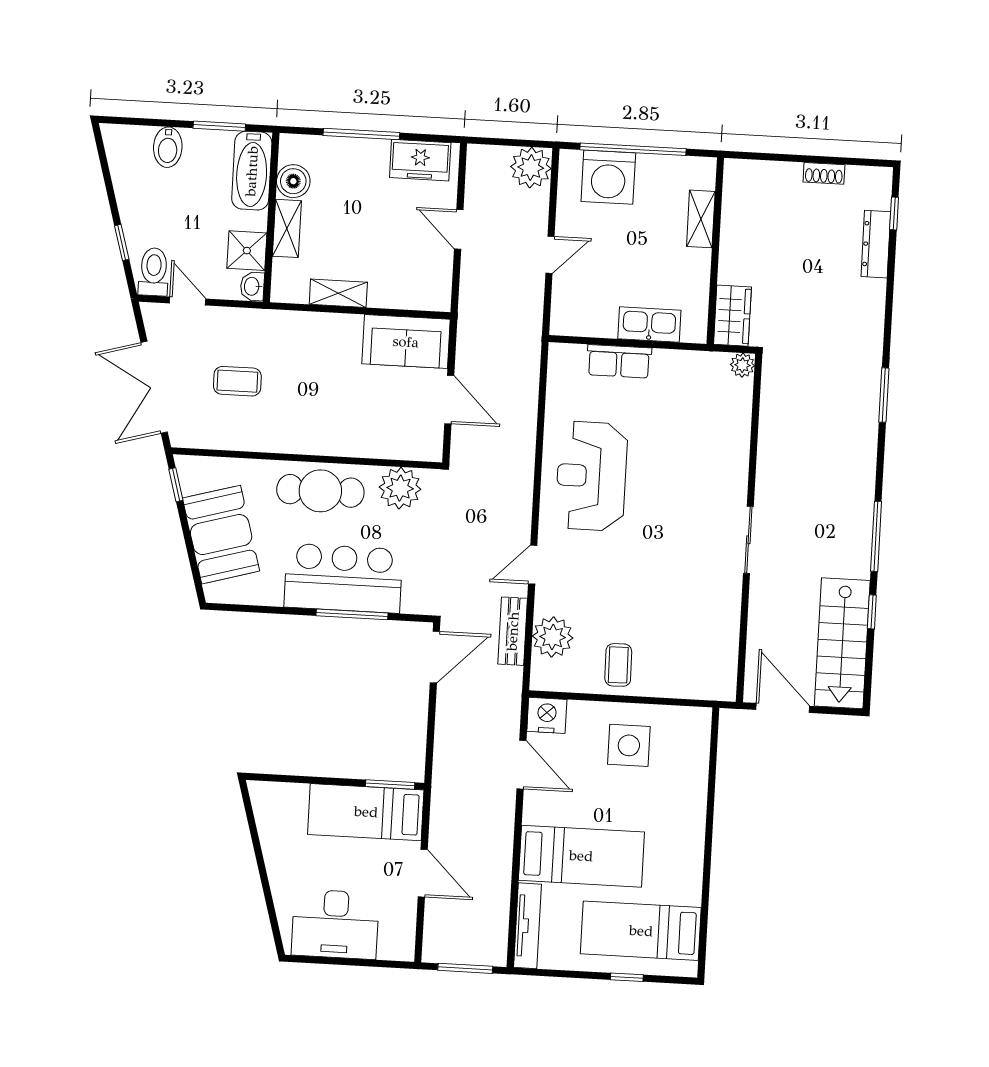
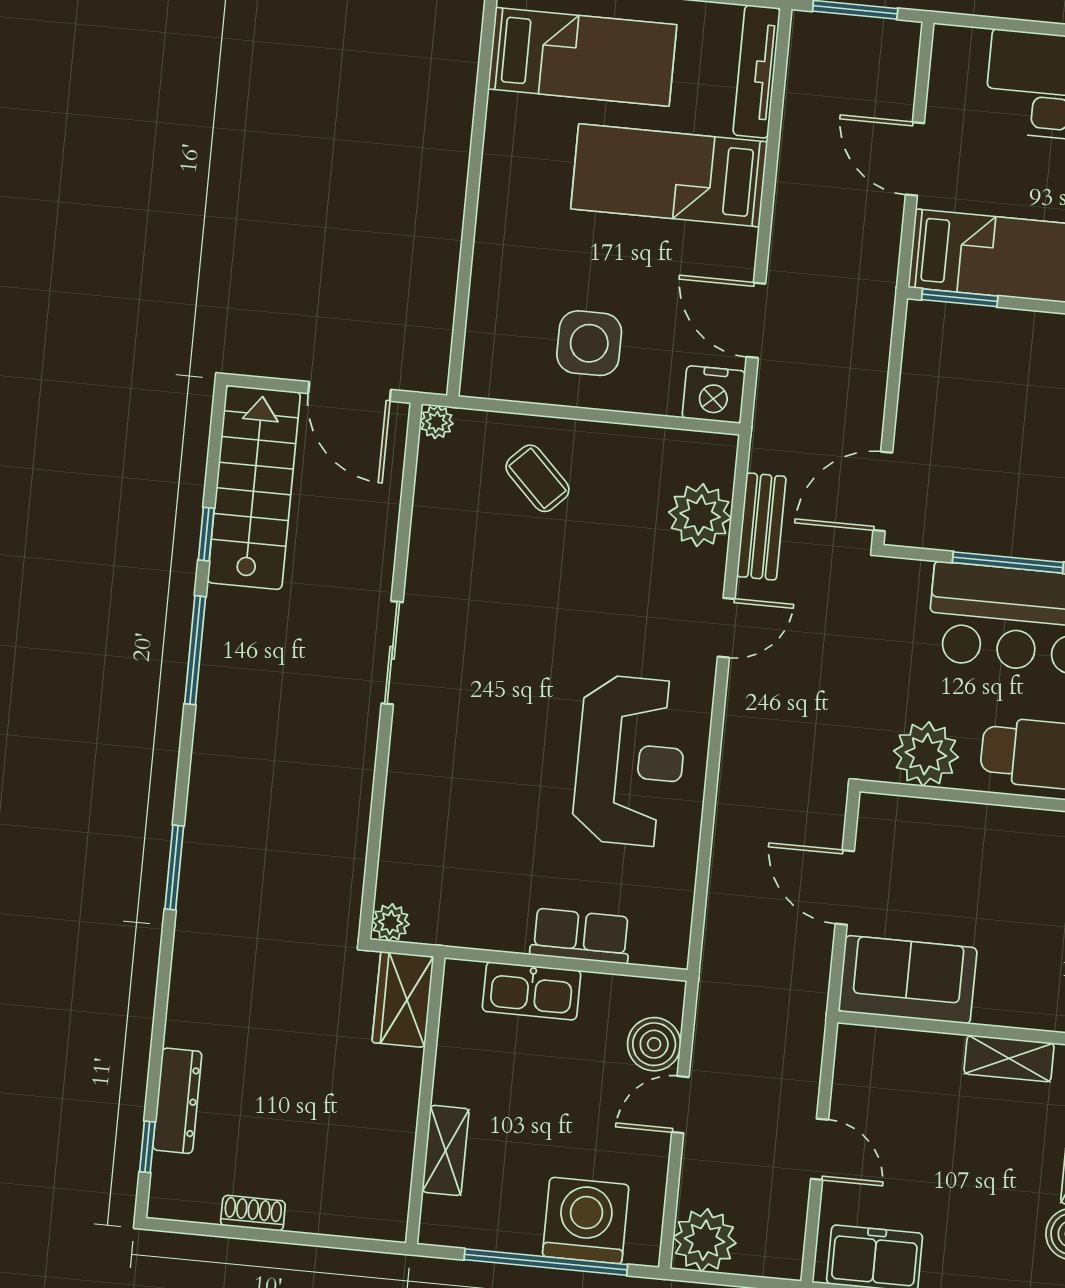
boiler: (569, 293) -> (654, 1044), added
coffee table: (618, 665) -> (537, 478), moved, turned -44
plant: (726, 690) -> (437, 422), added

